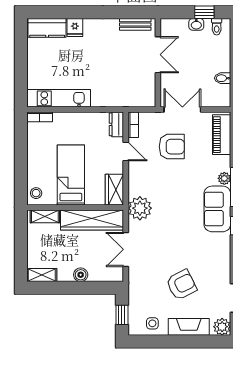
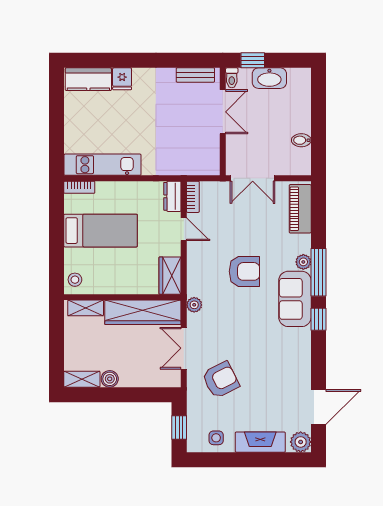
window: (204, 12) -> (253, 60), moved
washbasin: (196, 24) -> (269, 78), width x1.91, depth x1.45
toilet: (217, 27) -> (232, 78), moved
double door: (182, 110) -> (253, 178), swing flipped
armchair: (172, 147) -> (244, 271), moved
bed: (71, 175) -> (101, 231), moved, turned 90
plant: (140, 208) -> (194, 305), width x0.53, depth x0.53
boiler: (81, 275) -> (110, 379), moved
armchair: (181, 285) -> (221, 380), moved

